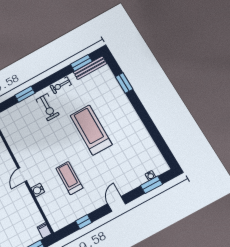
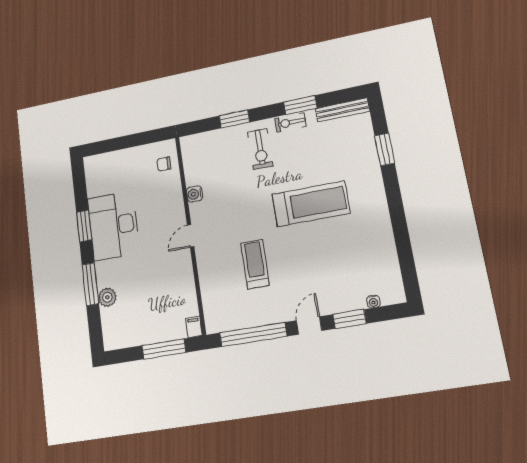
window: (81, 63) -> (300, 105), moved
treadmill: (91, 130) -> (311, 204), turned 90
window: (151, 185) -> (350, 319), moved
water cooler: (38, 190) -> (195, 194), moved
window: (84, 222) -> (253, 335), width x3.17

